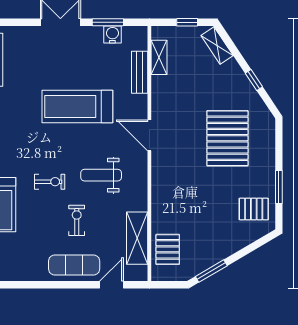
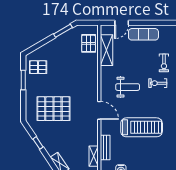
pallet: (227, 138) -> (53, 109), turned 90
exercise bike: (77, 220) -> (164, 63), moved

